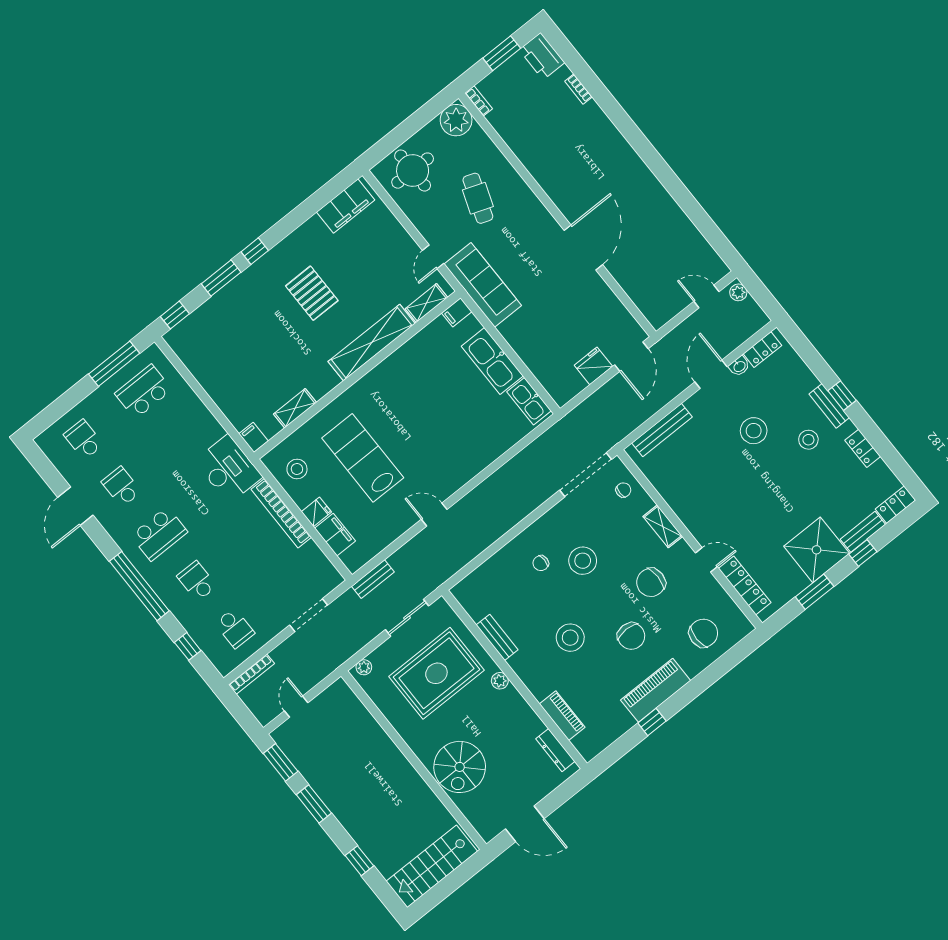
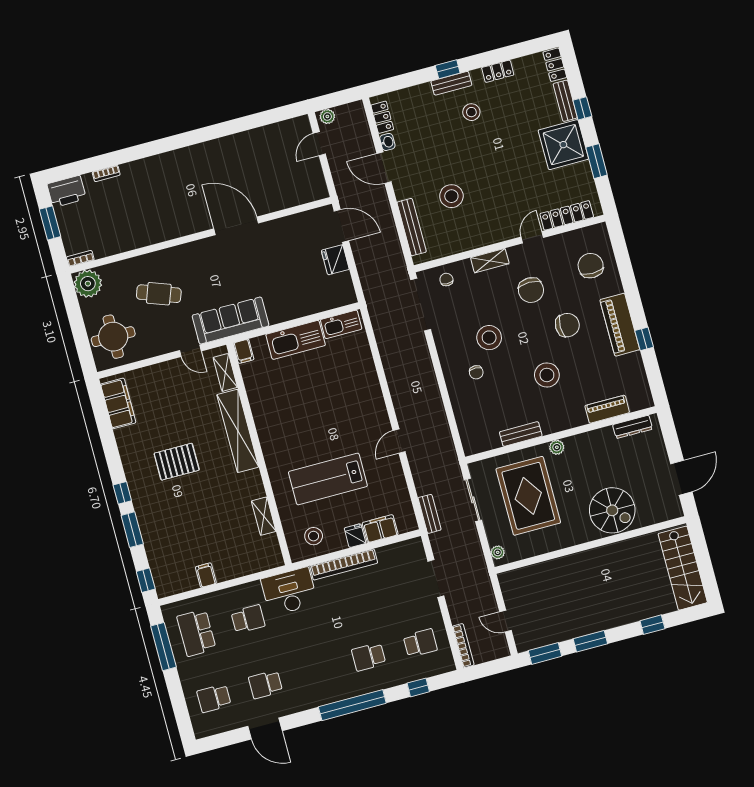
stool: (754, 431) -> (451, 196), moved
filing cabinet: (254, 437) -> (206, 575), moved, turned 90
school desk: (159, 534) -> (248, 619), moved, width x0.54

